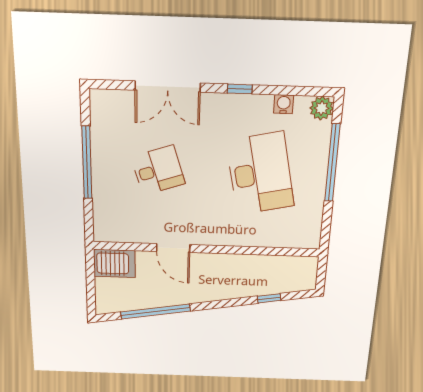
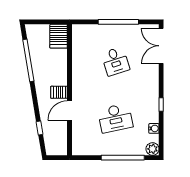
double door: (168, 87) -> (161, 46), moved
desk: (260, 174) -> (115, 118), width x0.73, depth x0.77
door: (173, 248) -> (70, 111), moved
server rack: (210, 266) -> (59, 92), added

